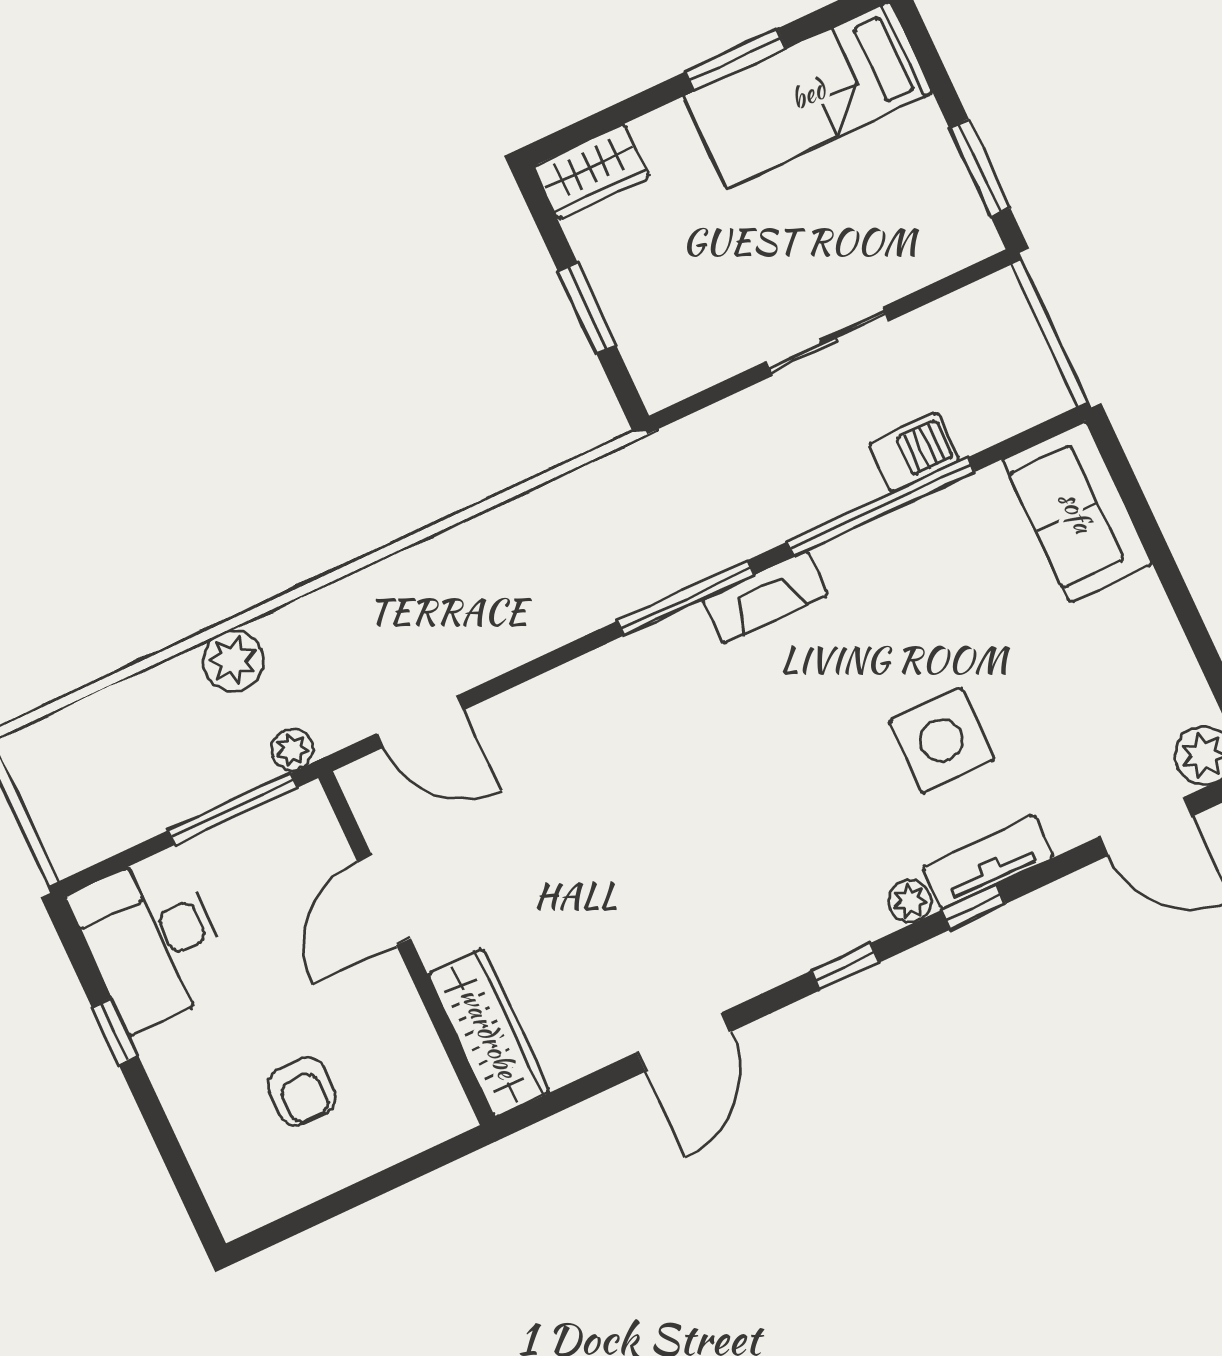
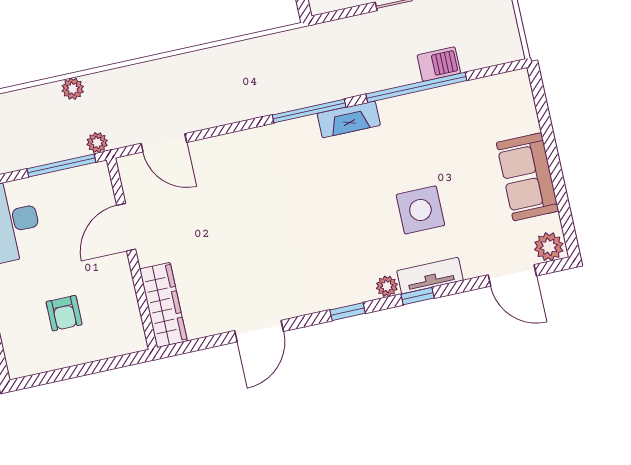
sofa: (1077, 512) -> (528, 177), moved
plant: (233, 661) -> (73, 89), width x0.73, depth x0.73

